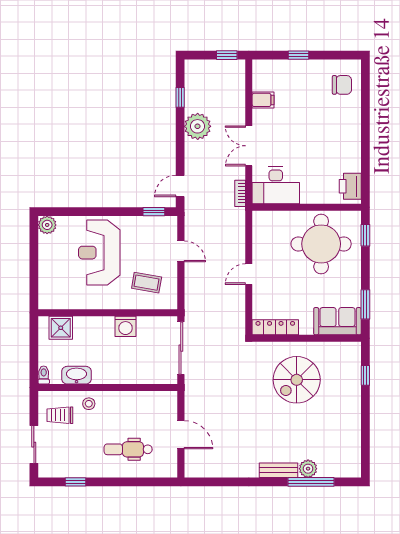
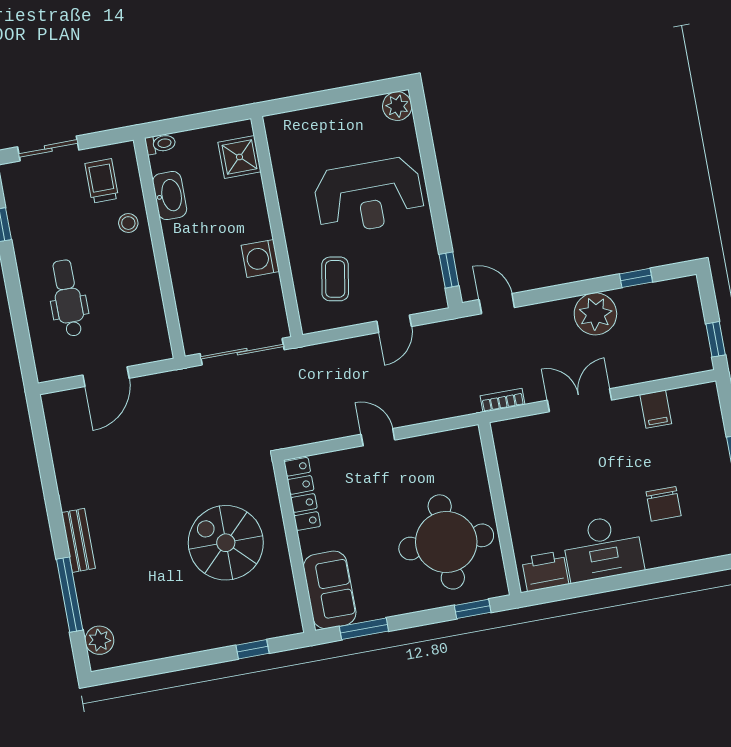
chair: (342, 85) -> (664, 504), moved
desk: (276, 185) -> (603, 548), moved, turned -90
reception desk: (99, 253) -> (369, 196), turned 180
plant: (308, 469) -> (99, 640), moved

